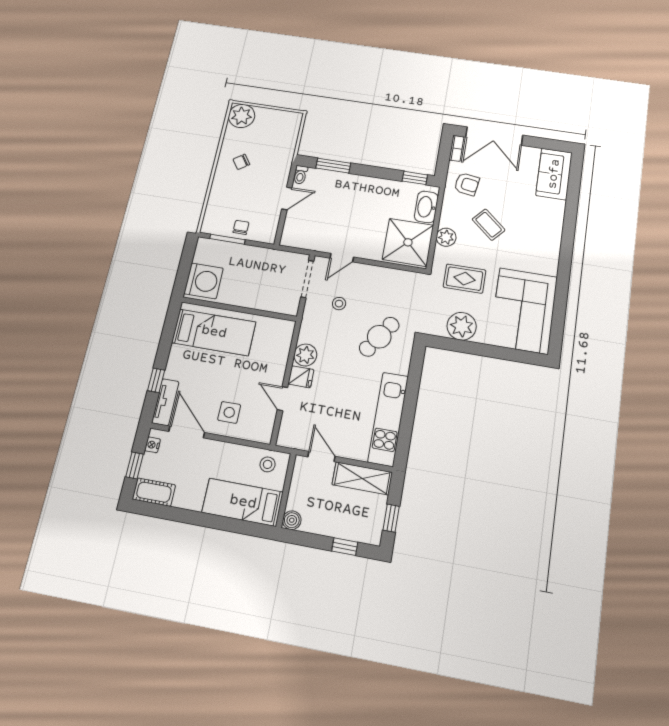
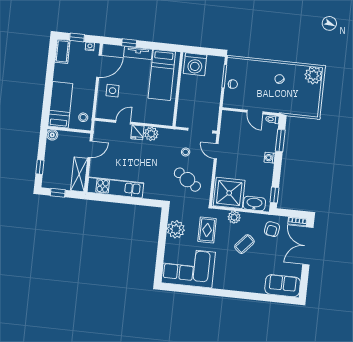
washing machine: (358, 182) -> (270, 158), added
cafe table: (379, 337) -> (187, 180), moved
tv unit: (165, 402) -> (138, 53), moved

